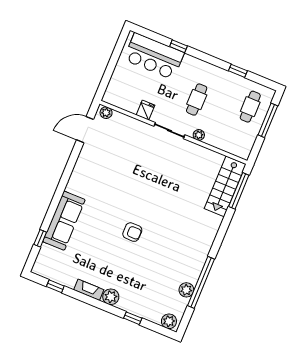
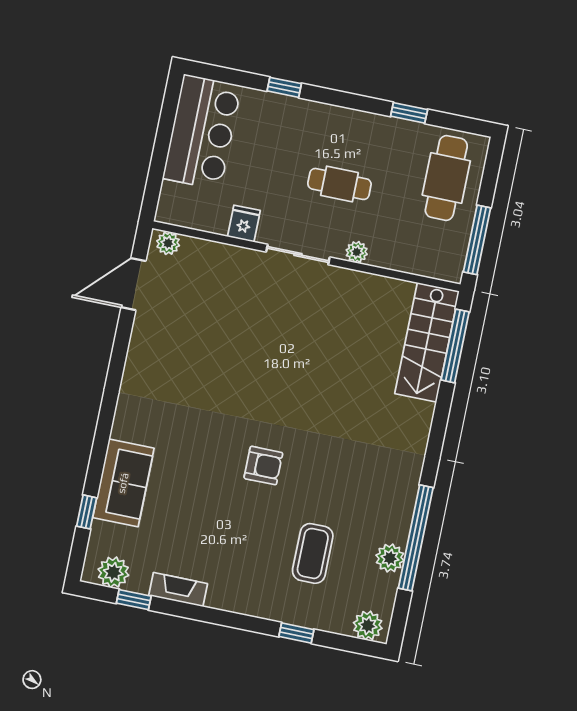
bar counter: (154, 56) -> (202, 132), moved, turned -90
cafe table: (197, 100) -> (339, 184), turned 90
cafe table: (250, 107) -> (446, 178), width x1.37, depth x1.35
window: (268, 120) -> (477, 240), moved
sofa: (64, 221) -> (123, 483), width x0.73
coffee table: (148, 280) -> (313, 553), added
fireplace: (89, 290) -> (178, 590), moved
plant: (111, 297) -> (113, 572), moved

